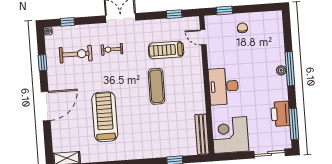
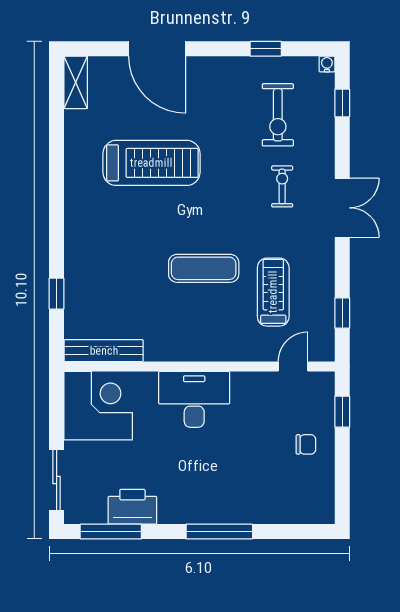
plant: (281, 70) -> (217, 514), removed
door: (46, 106) -> (157, 49), moved

